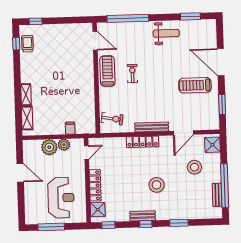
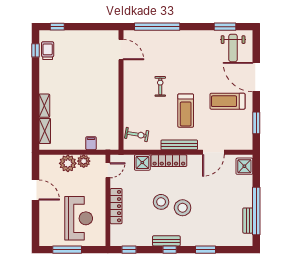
weight bench: (166, 33) -> (233, 48), moved, turned 90
treadmill: (107, 71) -> (186, 111), moved, turned 180
stool: (194, 167) -> (161, 202), moved
shower: (98, 210) -> (142, 163), moved

